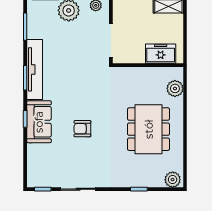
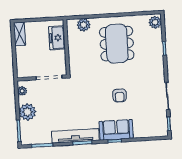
dining table: (149, 129) -> (117, 44), turned 90

